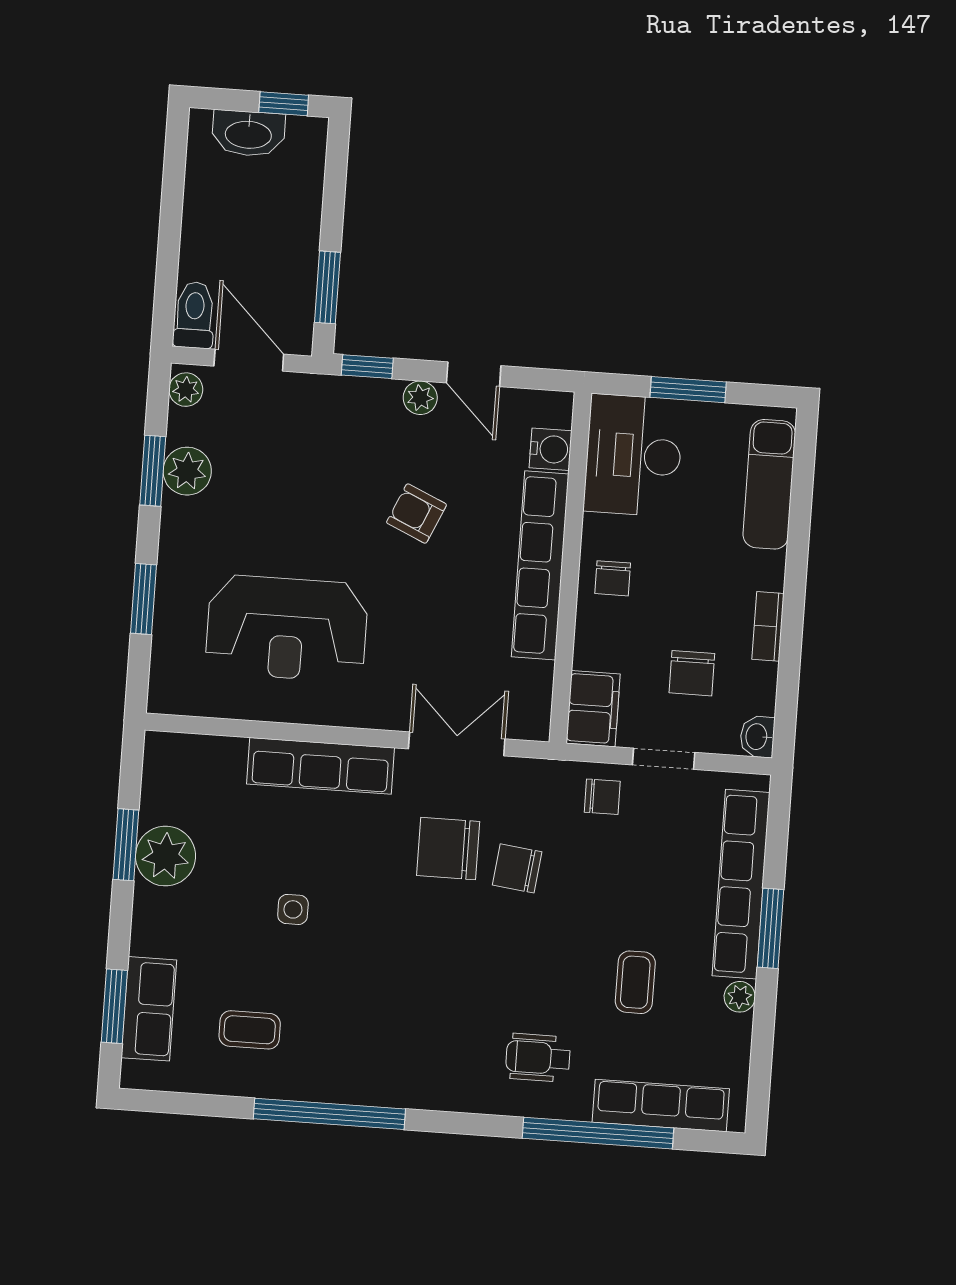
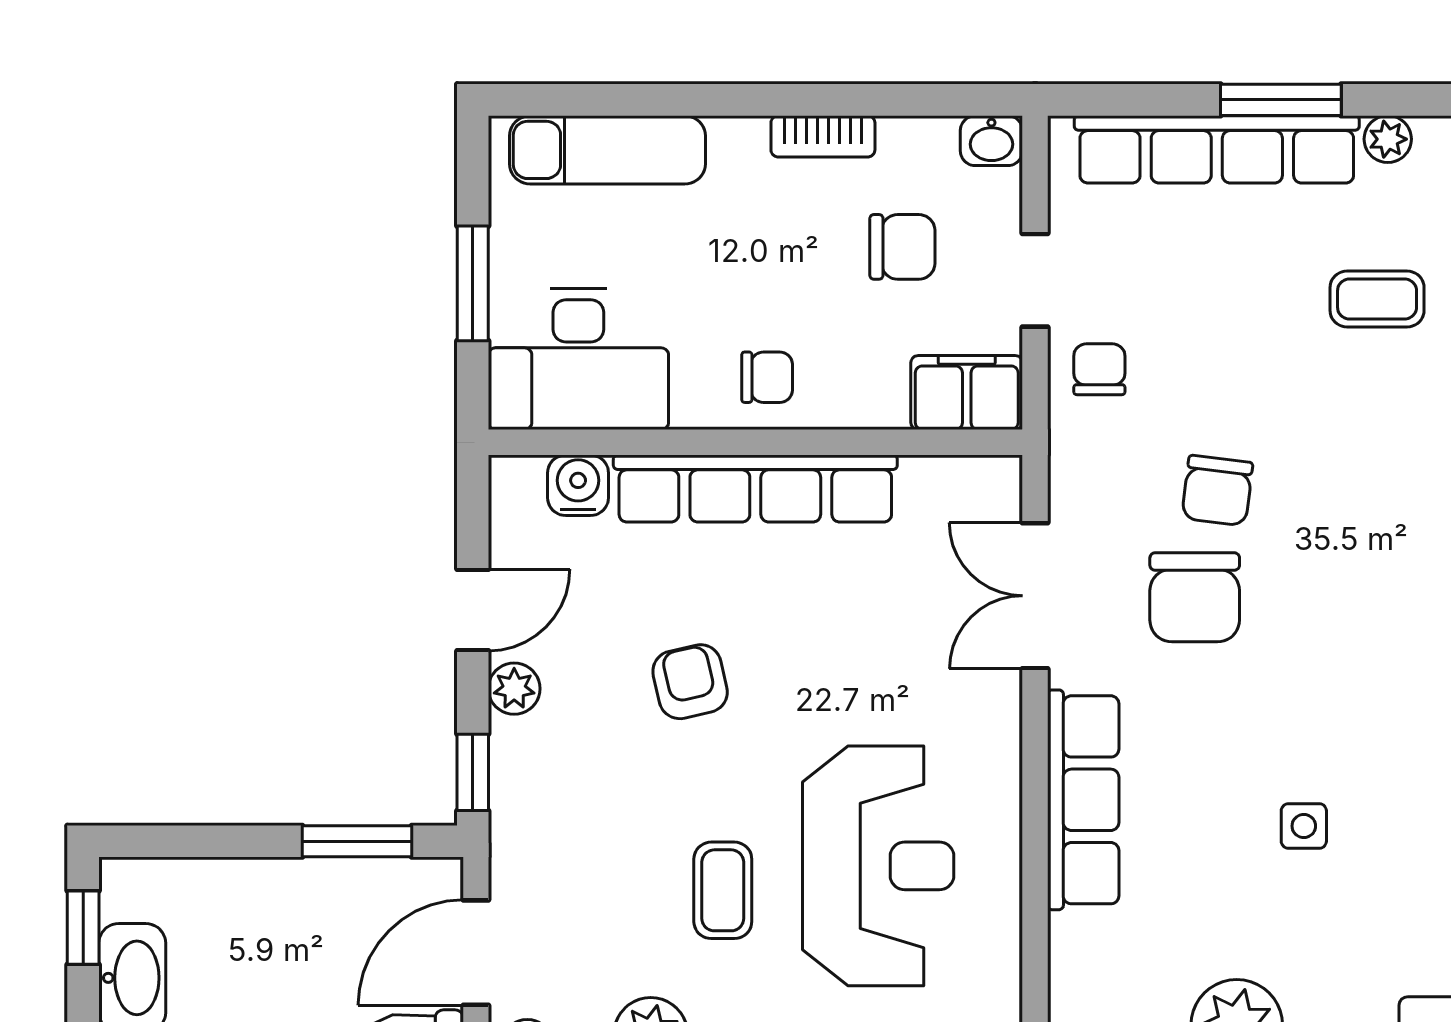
armchair: (416, 514) -> (690, 682), turned 143
coffee table: (278, 525) -> (723, 890), added

